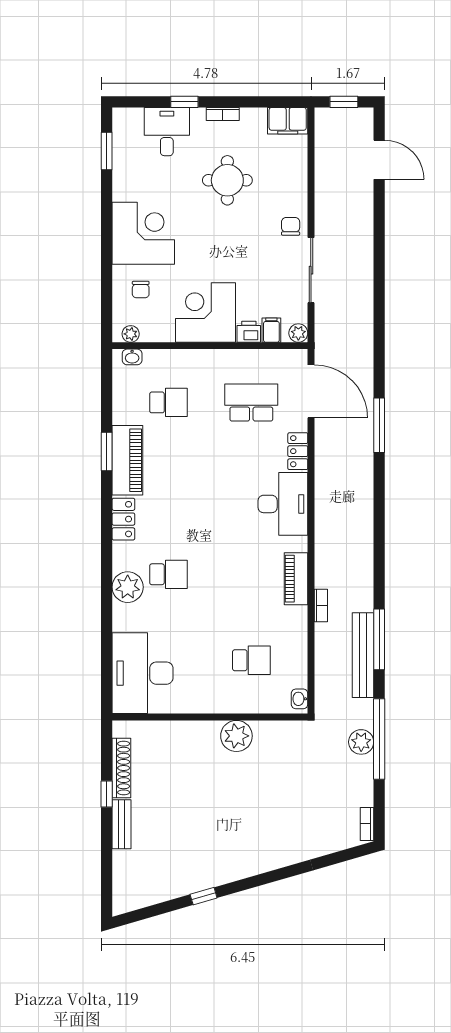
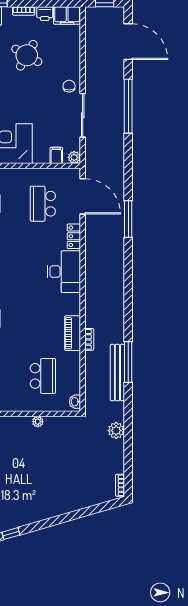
door: (379, 160) -> (128, 42), width x1.36
round table: (227, 180) -> (27, 55), turned 30
printer: (249, 332) -> (45, 14), moved, turned 180
school desk: (251, 402) -> (43, 204), turned -90
piano: (296, 579) -> (73, 333), moved
school desk: (251, 660) -> (43, 376), width x1.85
plant: (236, 736) -> (38, 422), width x0.53, depth x0.53
window: (379, 739) -> (128, 106), moved

